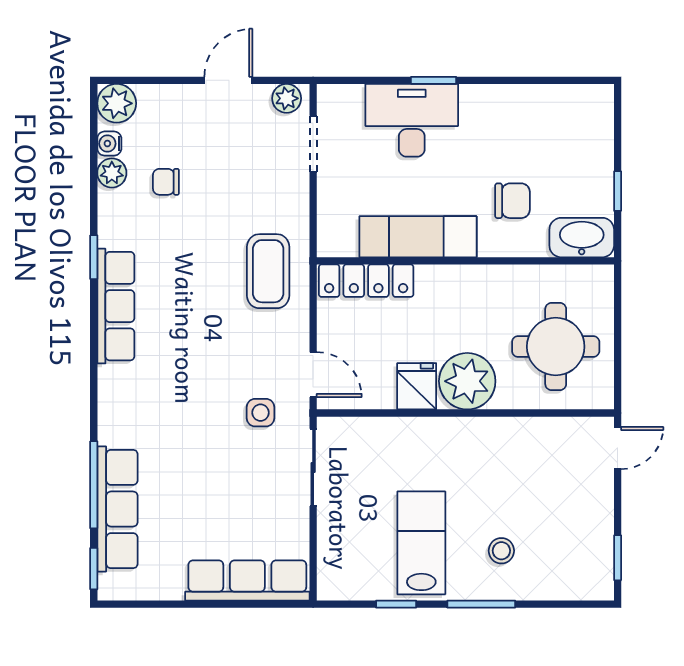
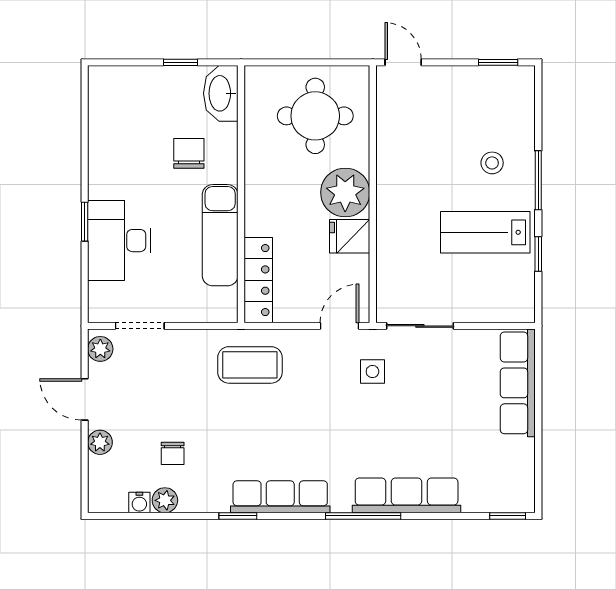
plant: (117, 103) -> (100, 442), moved, width x0.73, depth x0.73
window: (94, 485) -> (363, 516), moved
row of seats: (118, 509) -> (407, 495), moved

